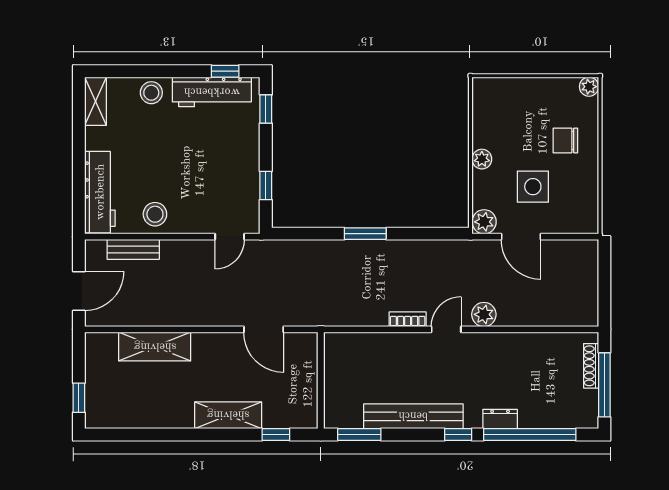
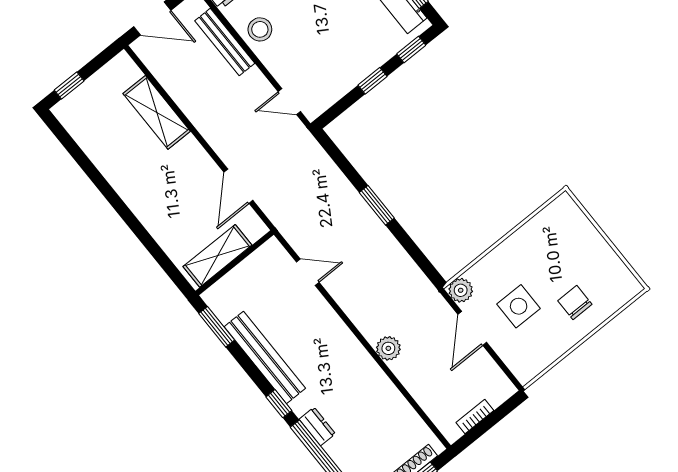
plant: (589, 87) -> (632, 287), removed
plant: (482, 159) -> (508, 249), removed
window: (266, 186) -> (373, 81), moved
bench: (133, 249) -> (225, 42), width x1.36
bookcase: (408, 319) -> (475, 416), moved, turned -90
door: (446, 329) -> (308, 272), moved
shelving: (228, 415) -> (217, 256), moved, turned 90
window: (276, 434) -> (164, 262), removed

